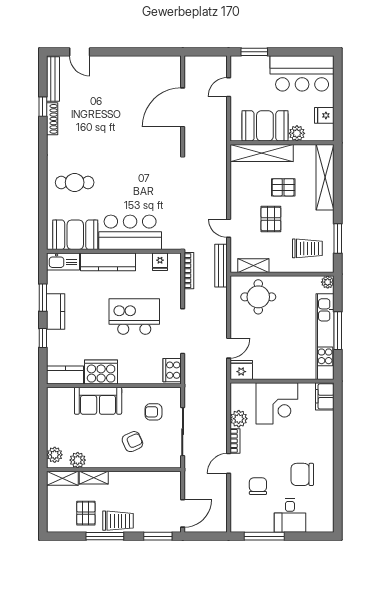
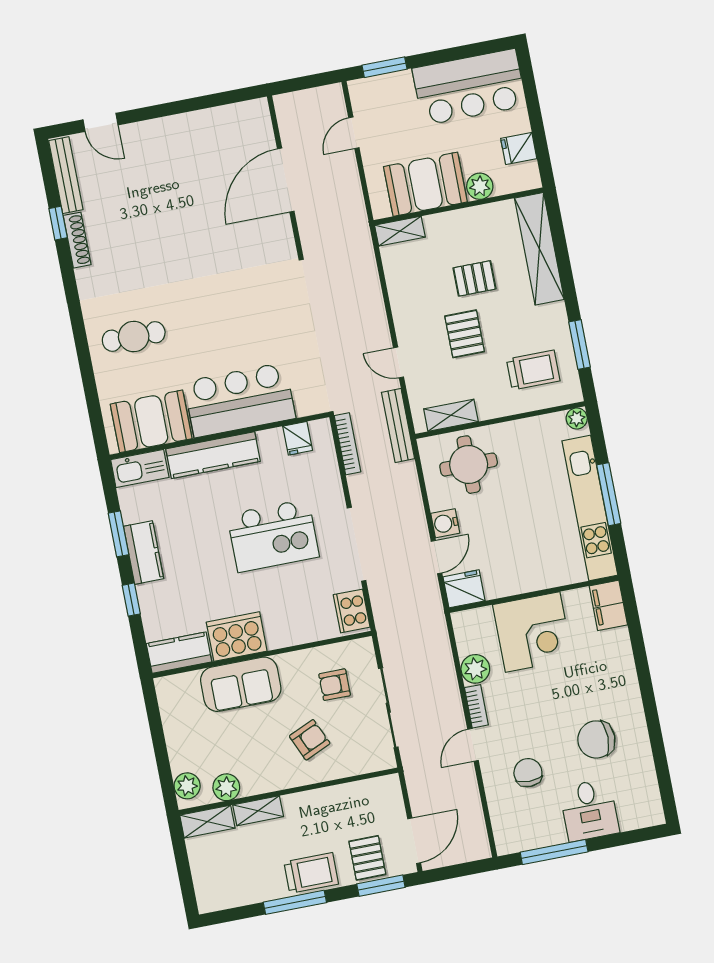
shelving: (262, 153) -> (400, 231), width x0.45, depth x0.75
kitchen island: (134, 317) -> (273, 536), turned 180
water cooler: (238, 329) -> (445, 523), added
pallet: (86, 513) -> (367, 858), moved

